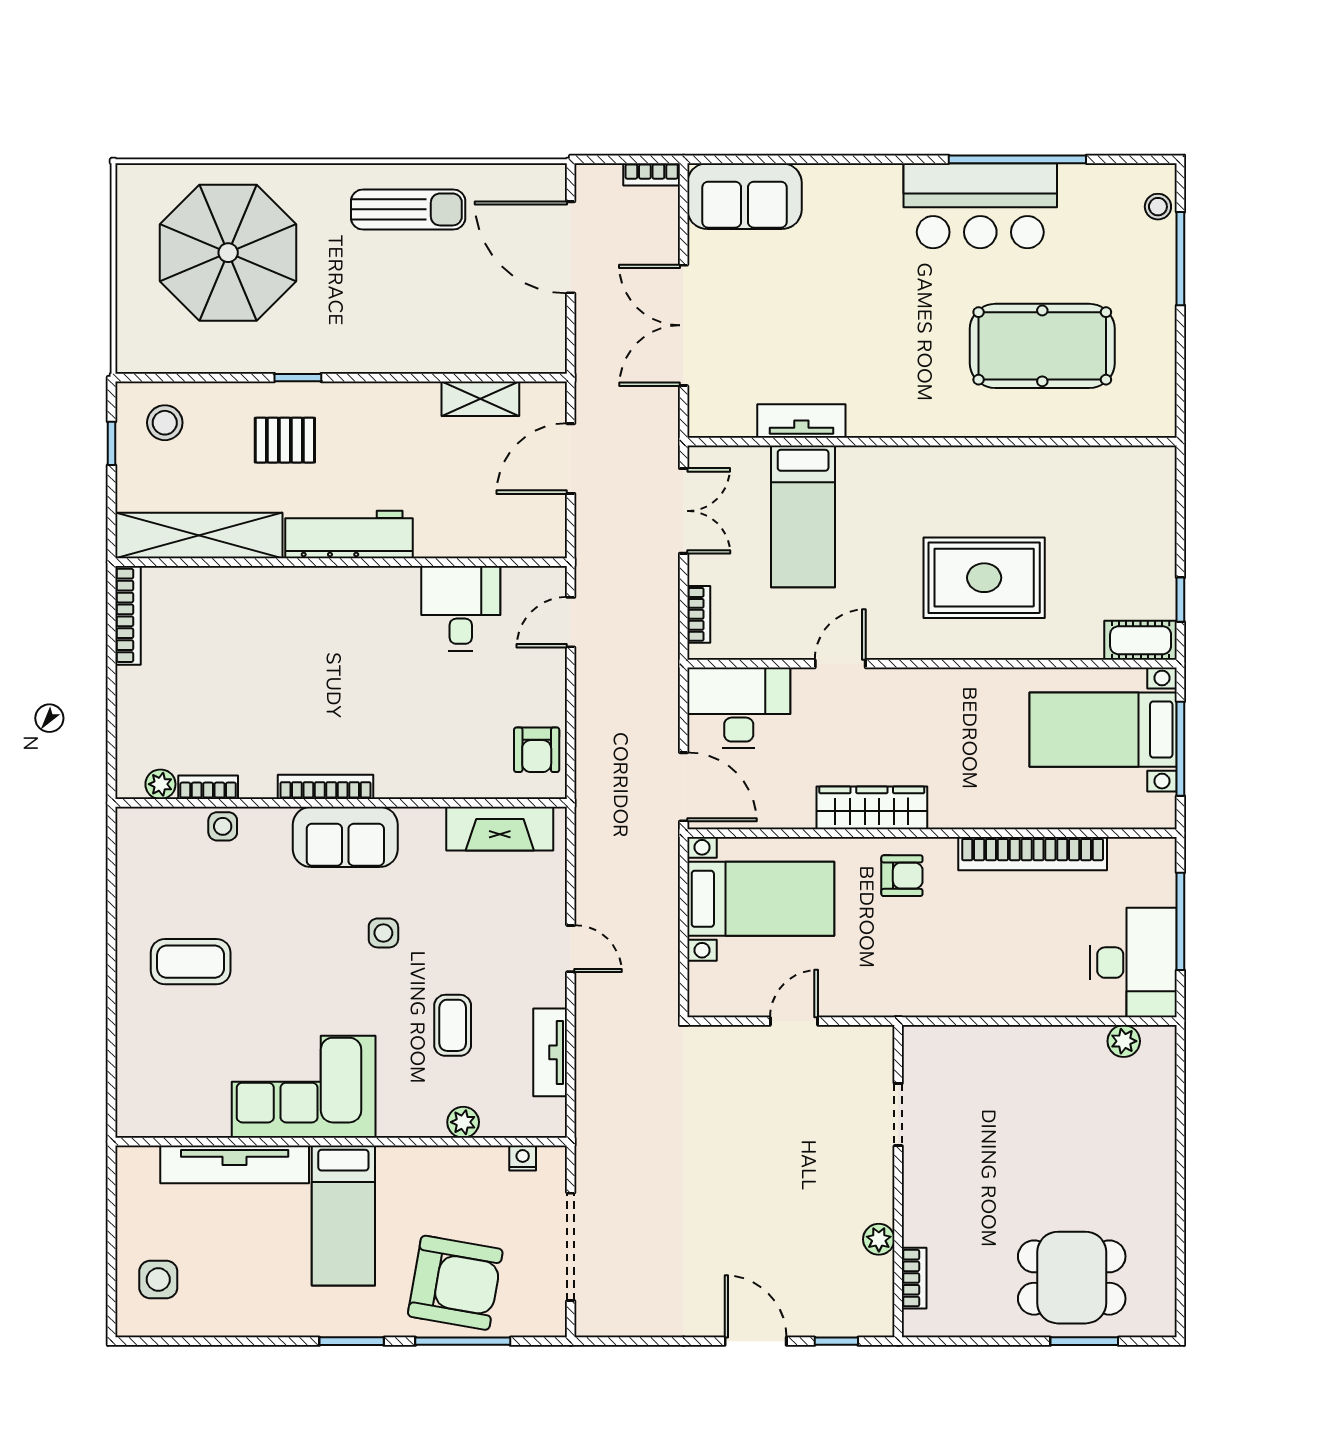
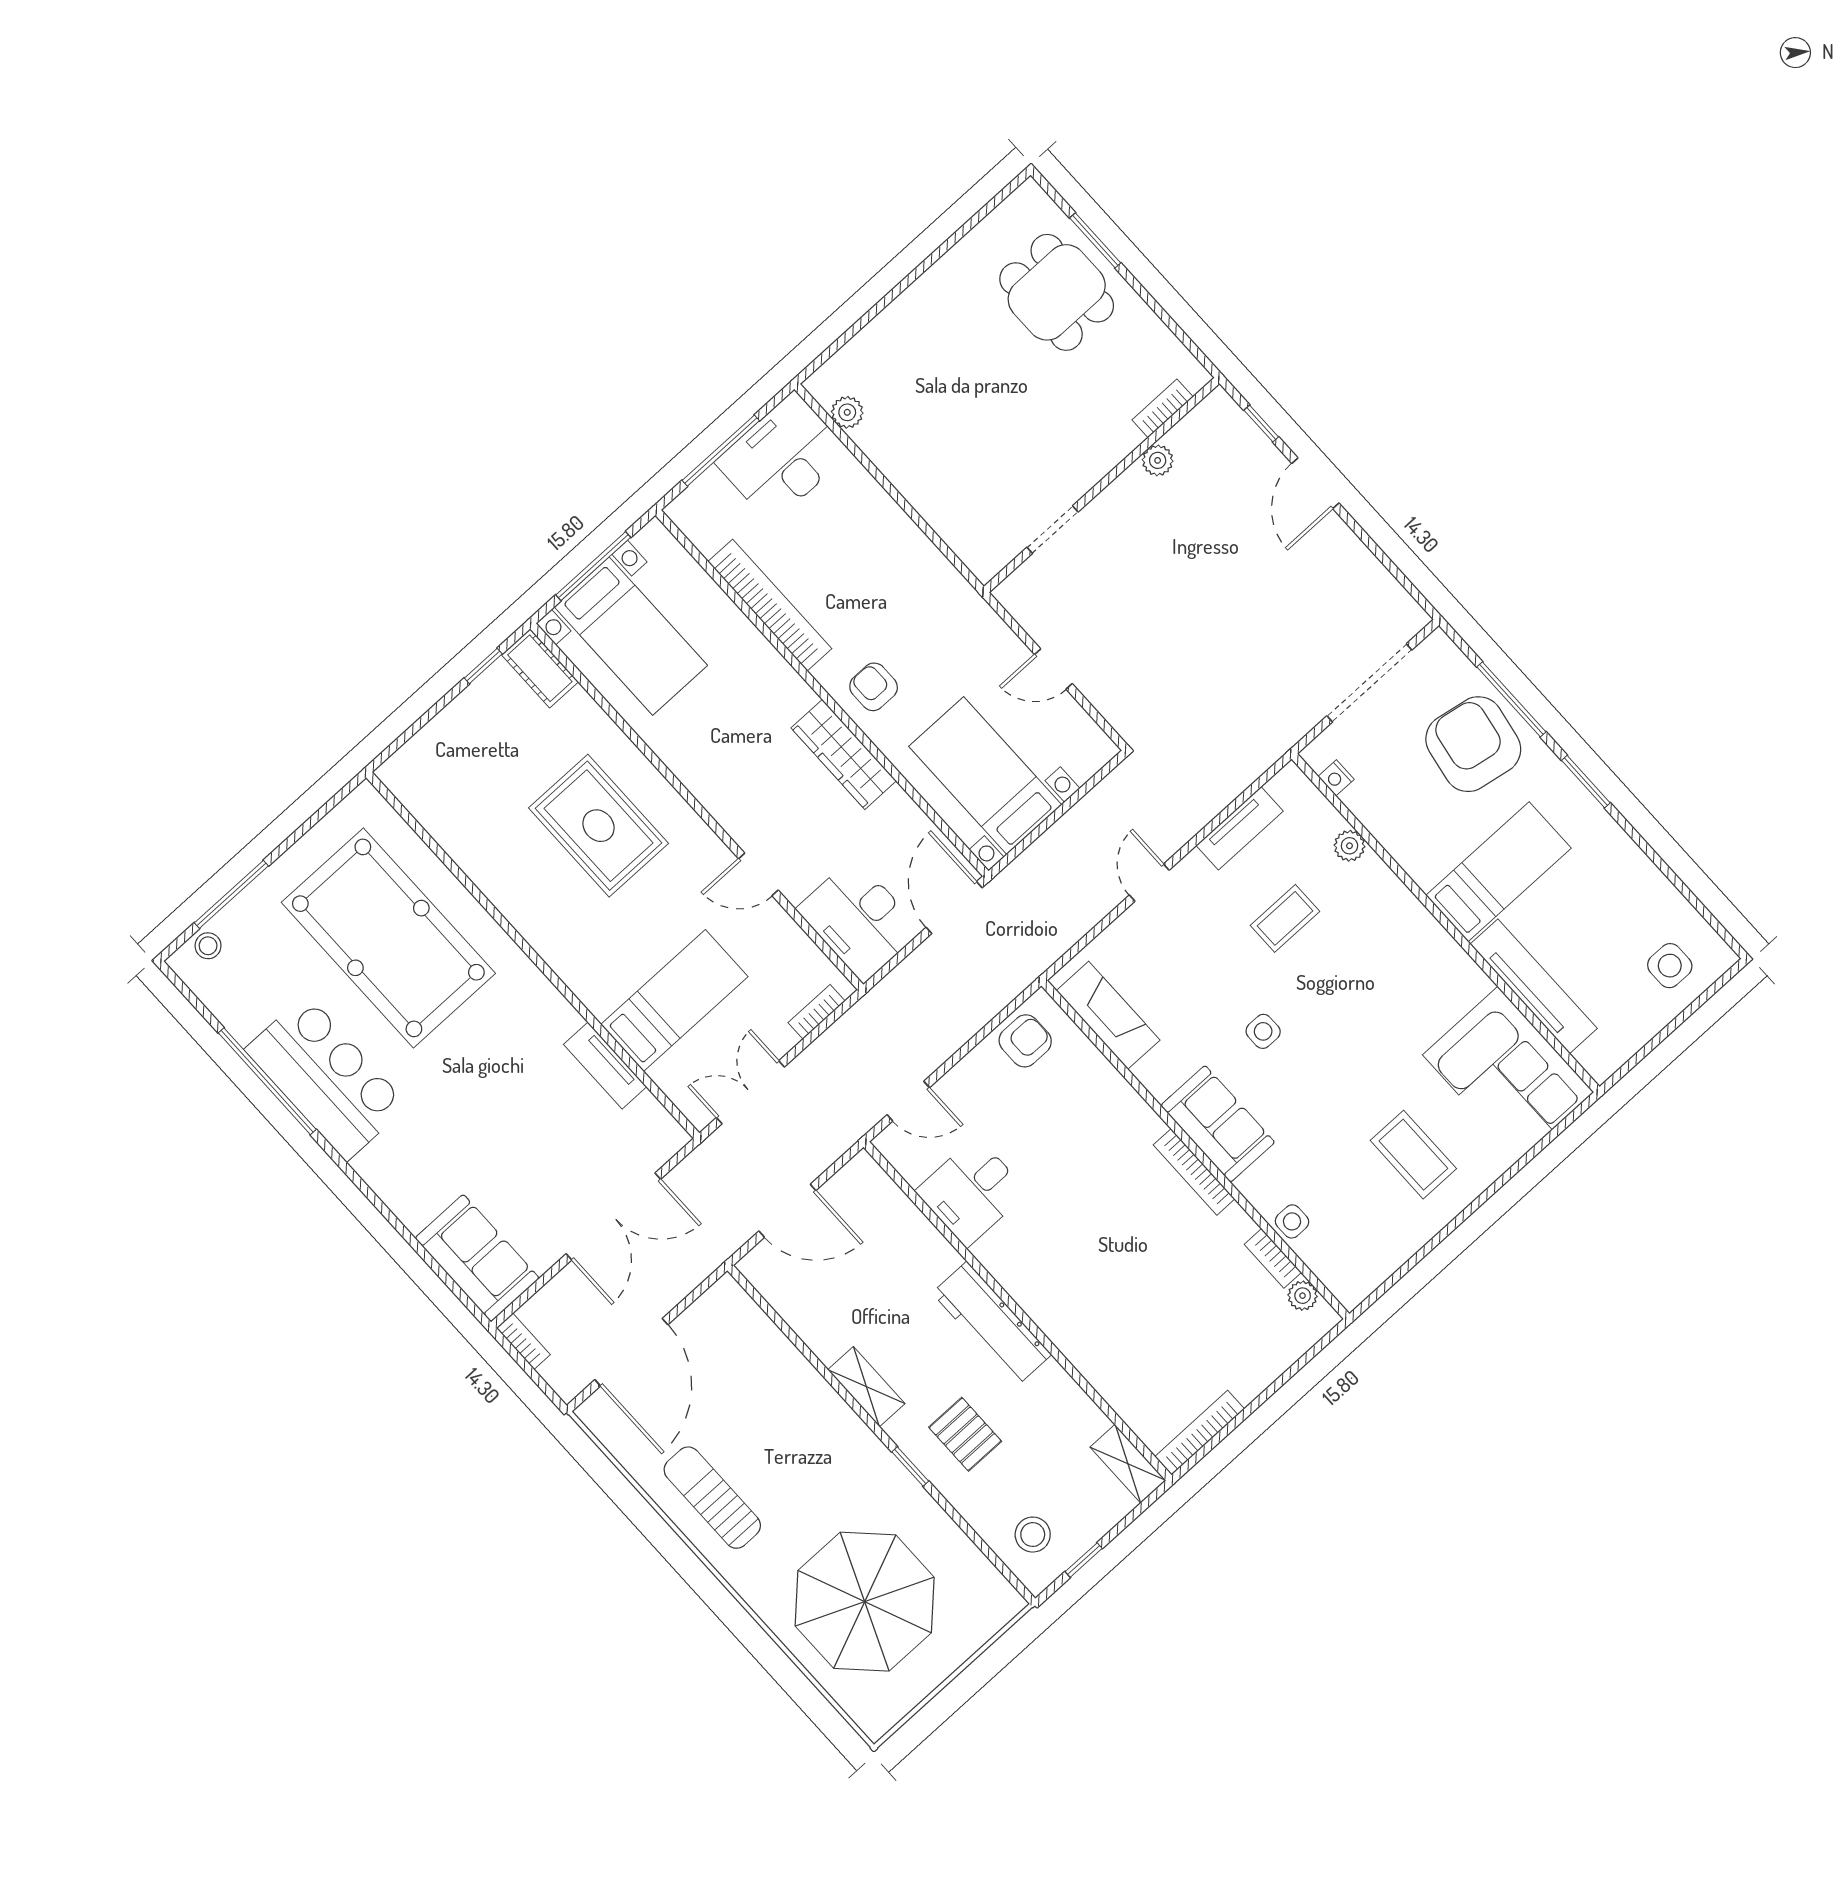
pool table: (1042, 346) -> (388, 938), width x1.36, depth x1.32
shelving: (480, 399) -> (866, 1387), moved
shelving: (199, 535) -> (1128, 1464), width x0.45, depth x0.75
corner sofa: (304, 1087) -> (1508, 1073), moved

